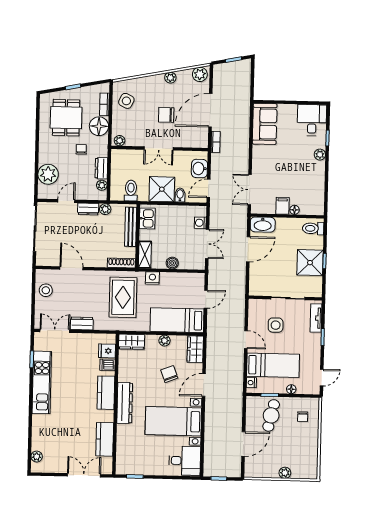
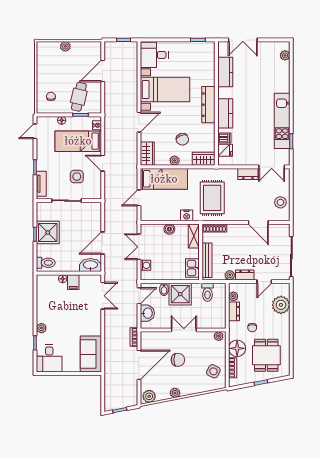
chair: (169, 374) -> (182, 139), moved

